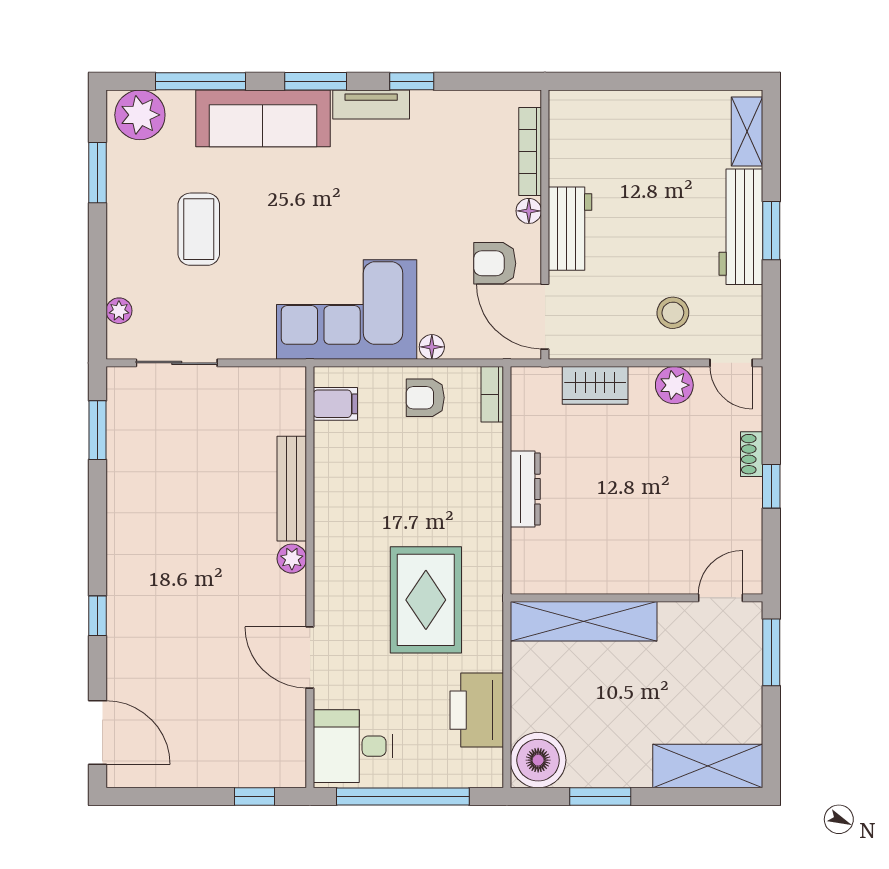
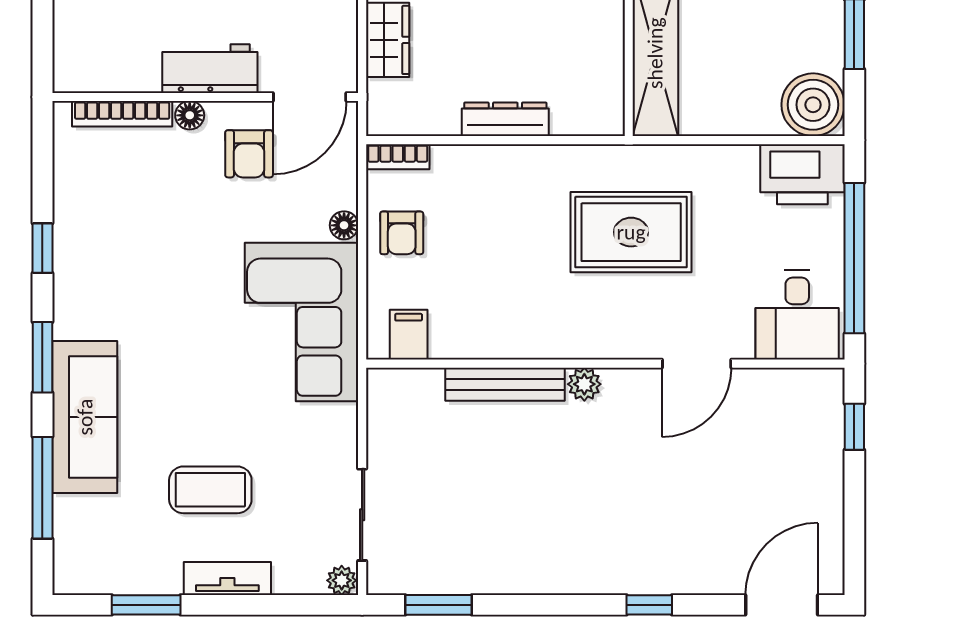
tv unit: (371, 104) -> (227, 578), moved, turned -90
plant: (140, 115) -> (81, 557), removed
plant: (119, 311) -> (342, 580), moved
printer: (477, 710) -> (802, 174), moved

